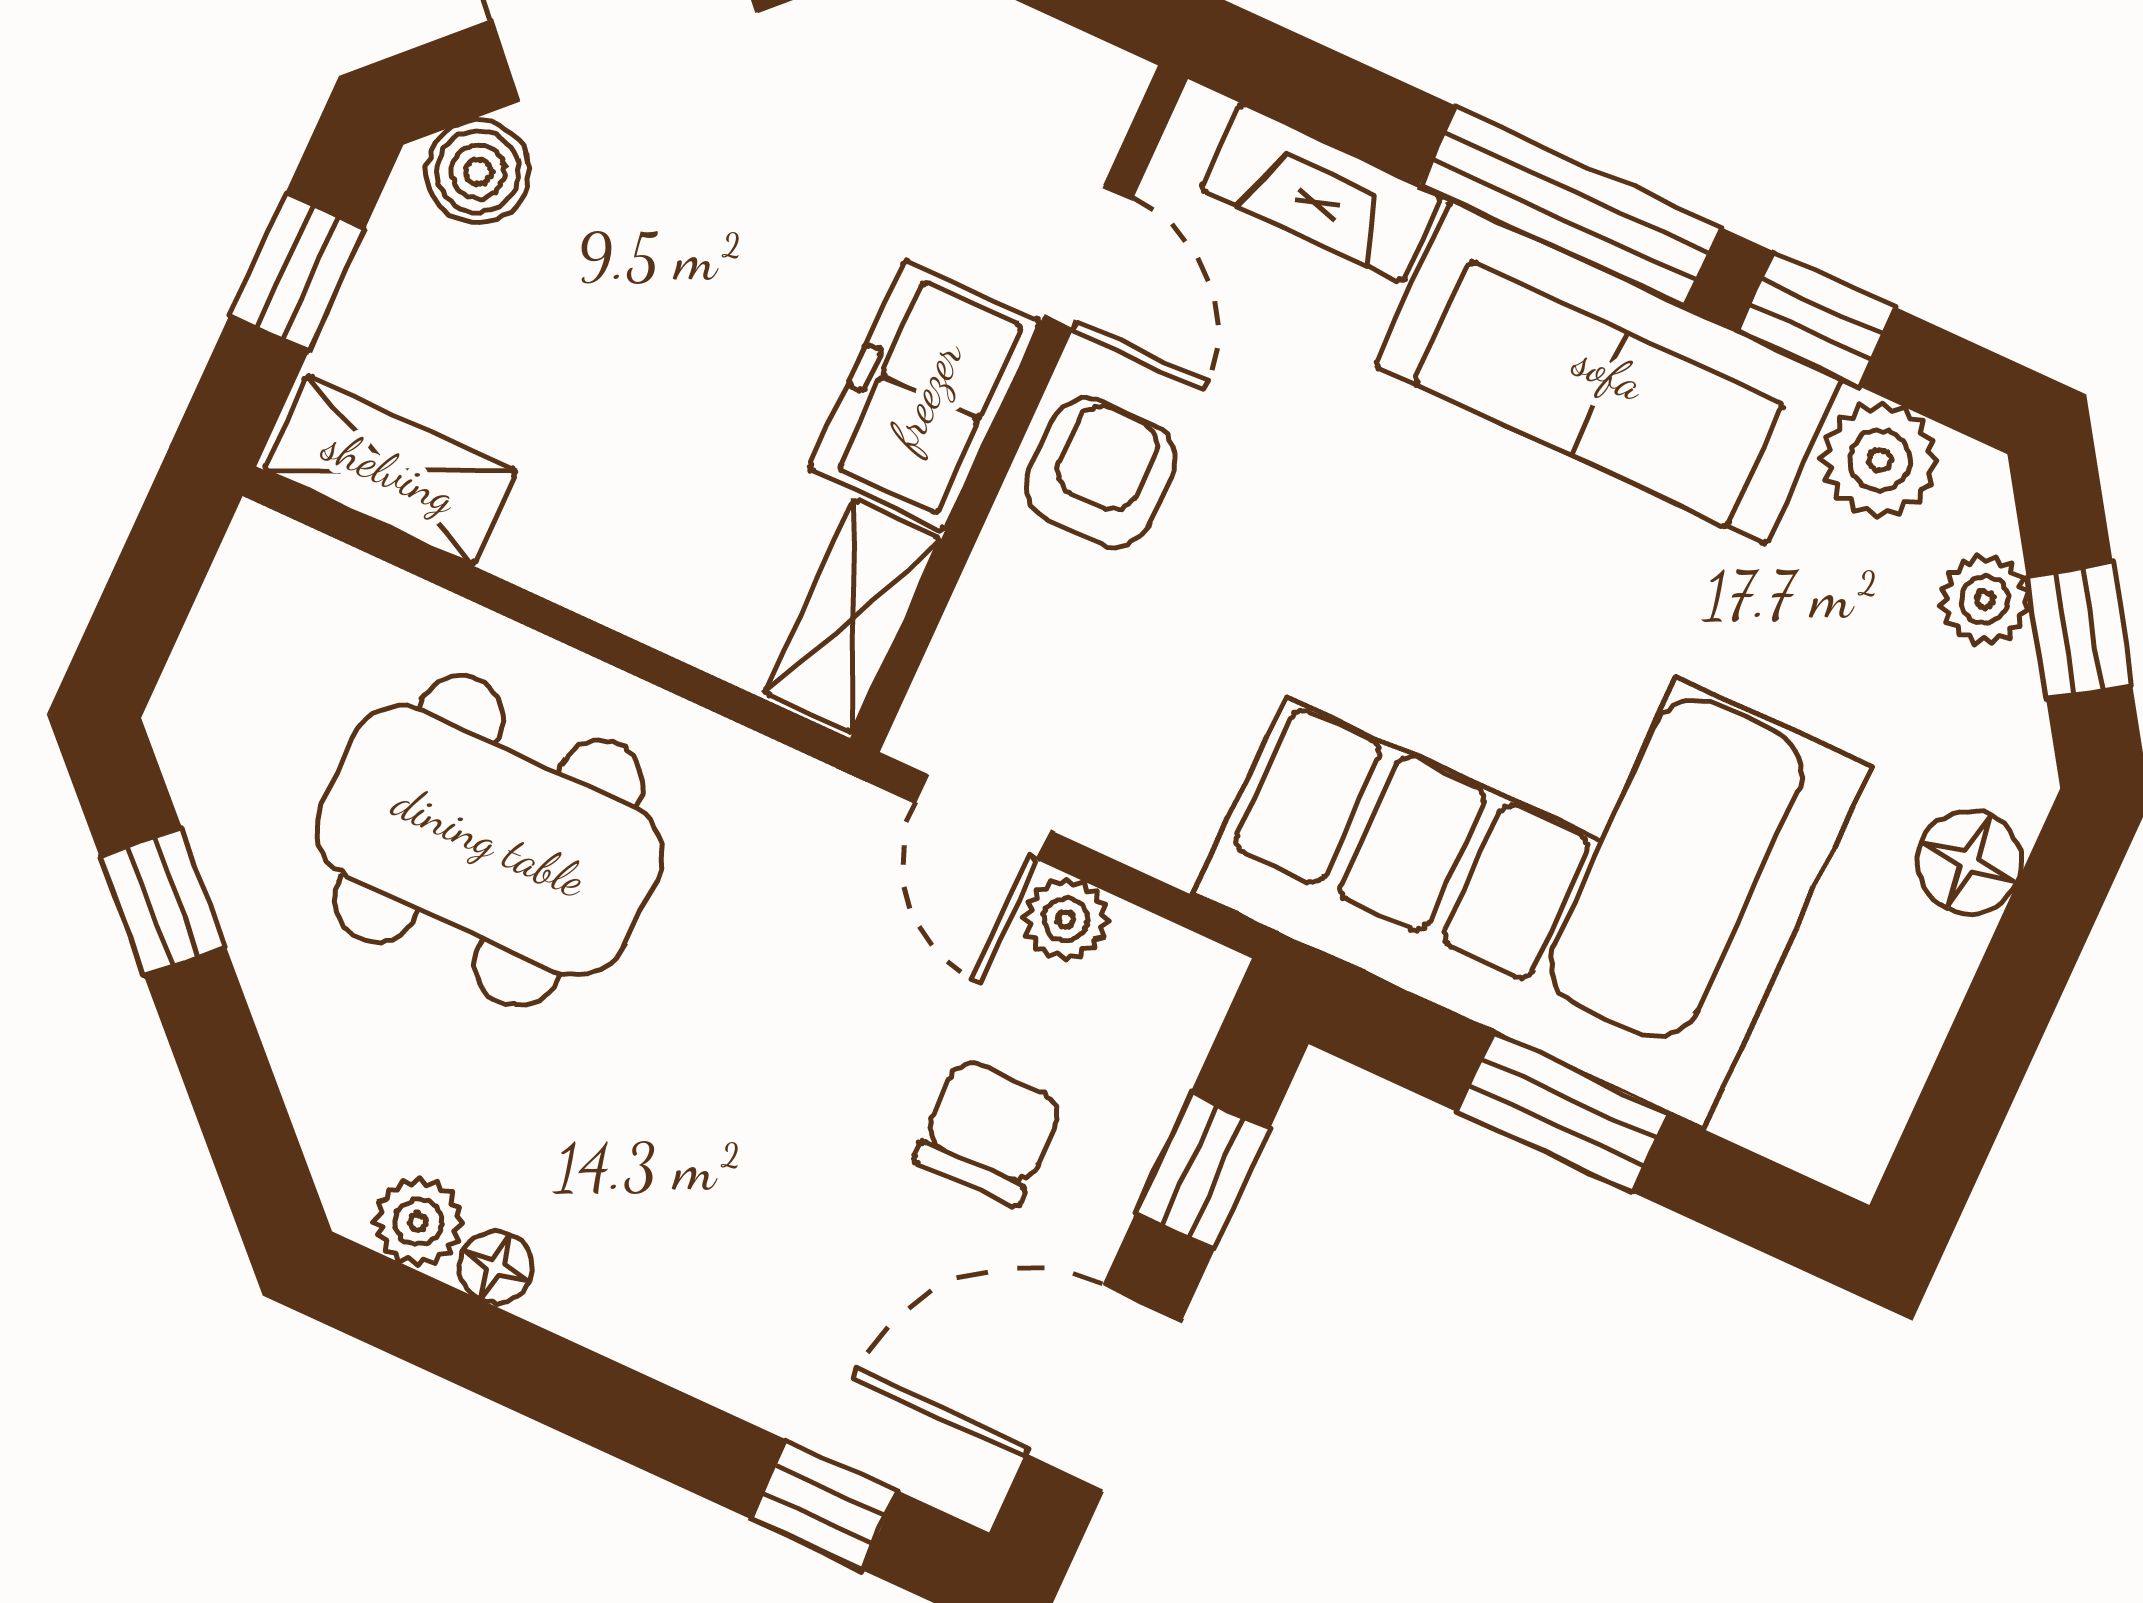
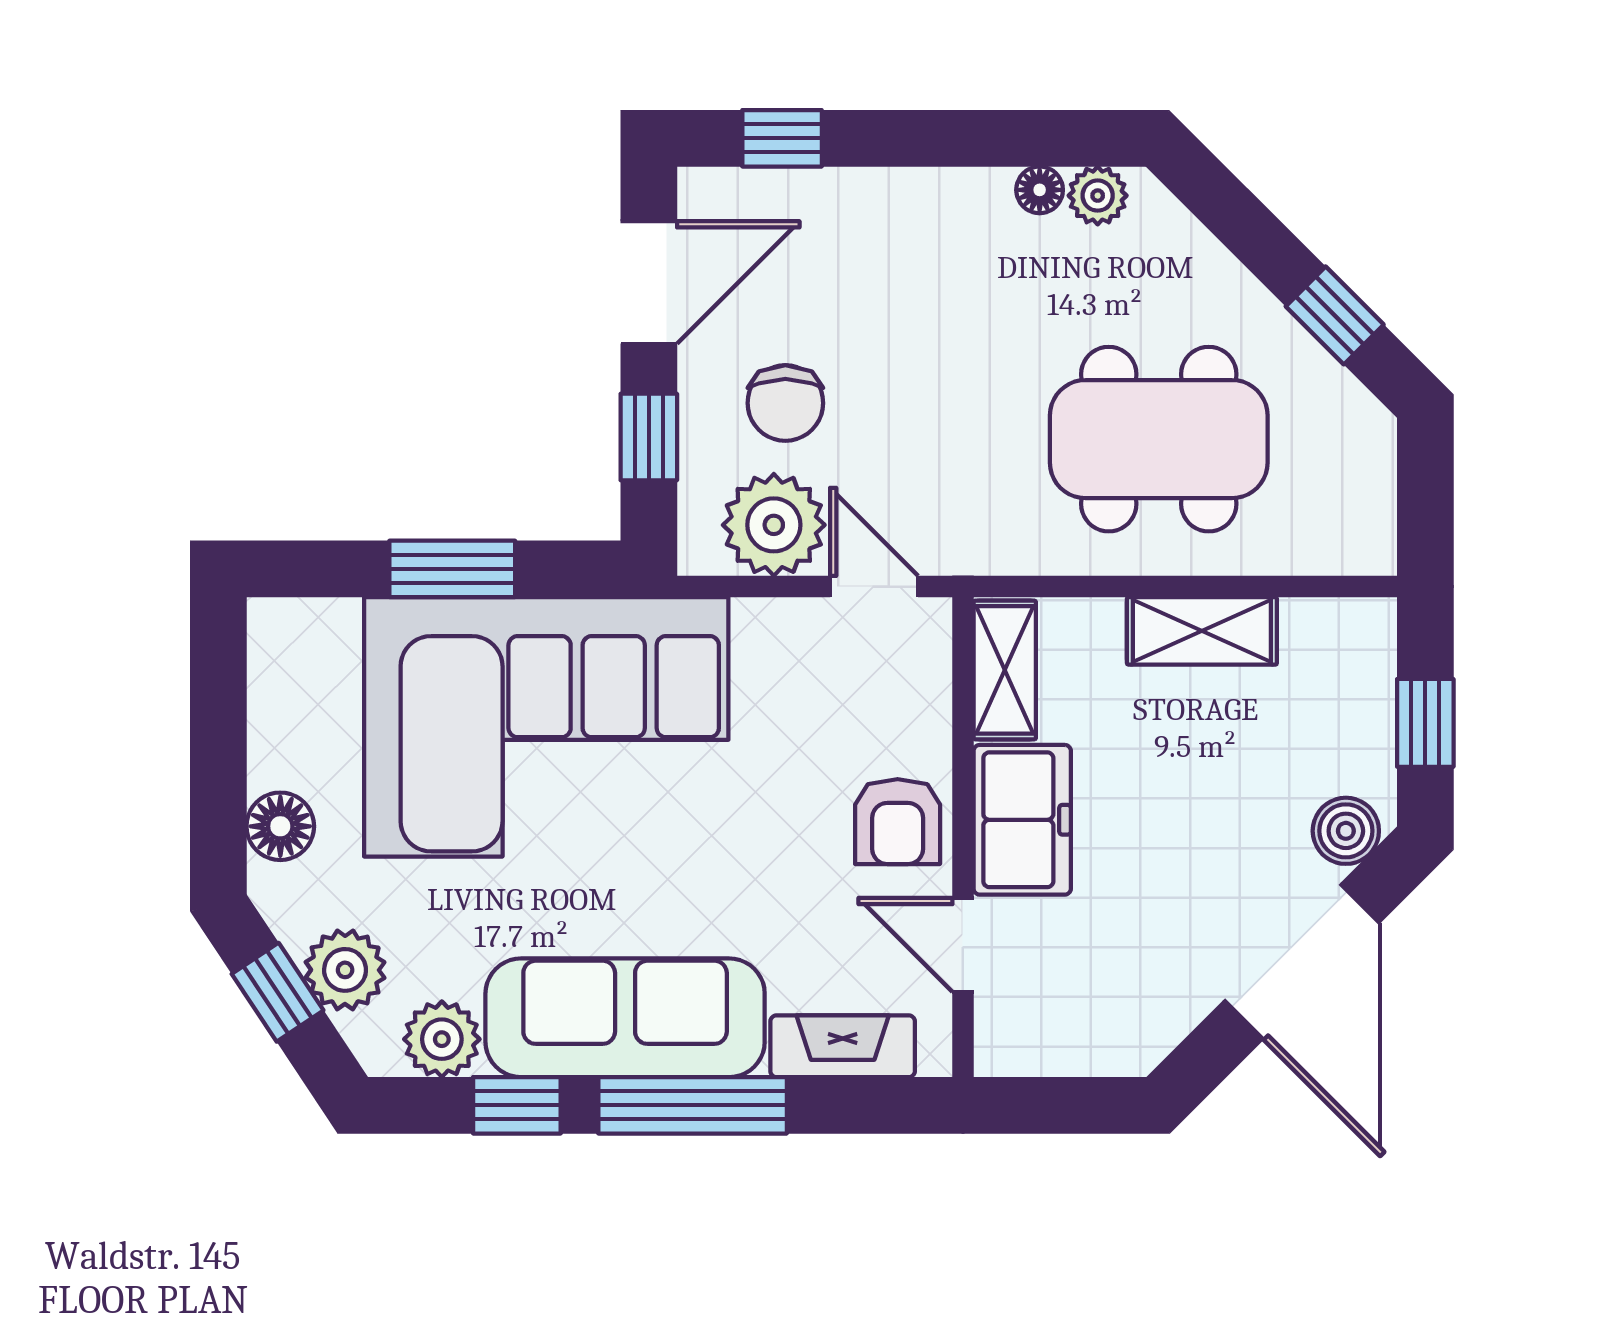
shelving: (390, 471) -> (1202, 631), moved
plant: (1985, 600) -> (345, 970), width x1.38, depth x1.38
plant: (1066, 919) -> (774, 525), width x1.88, depth x1.88

